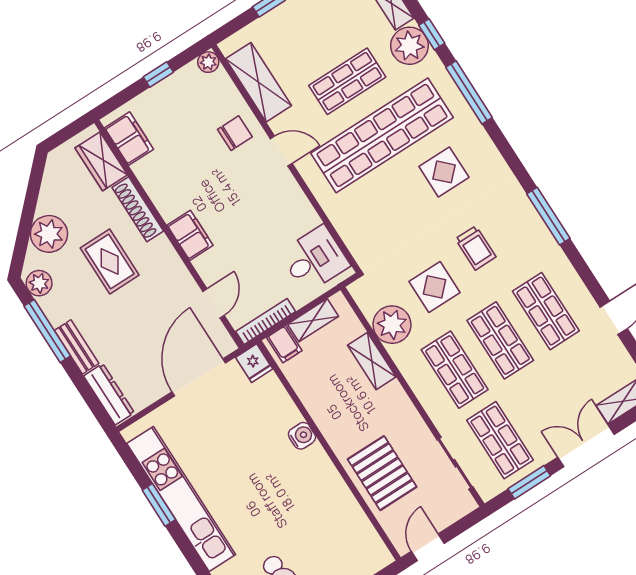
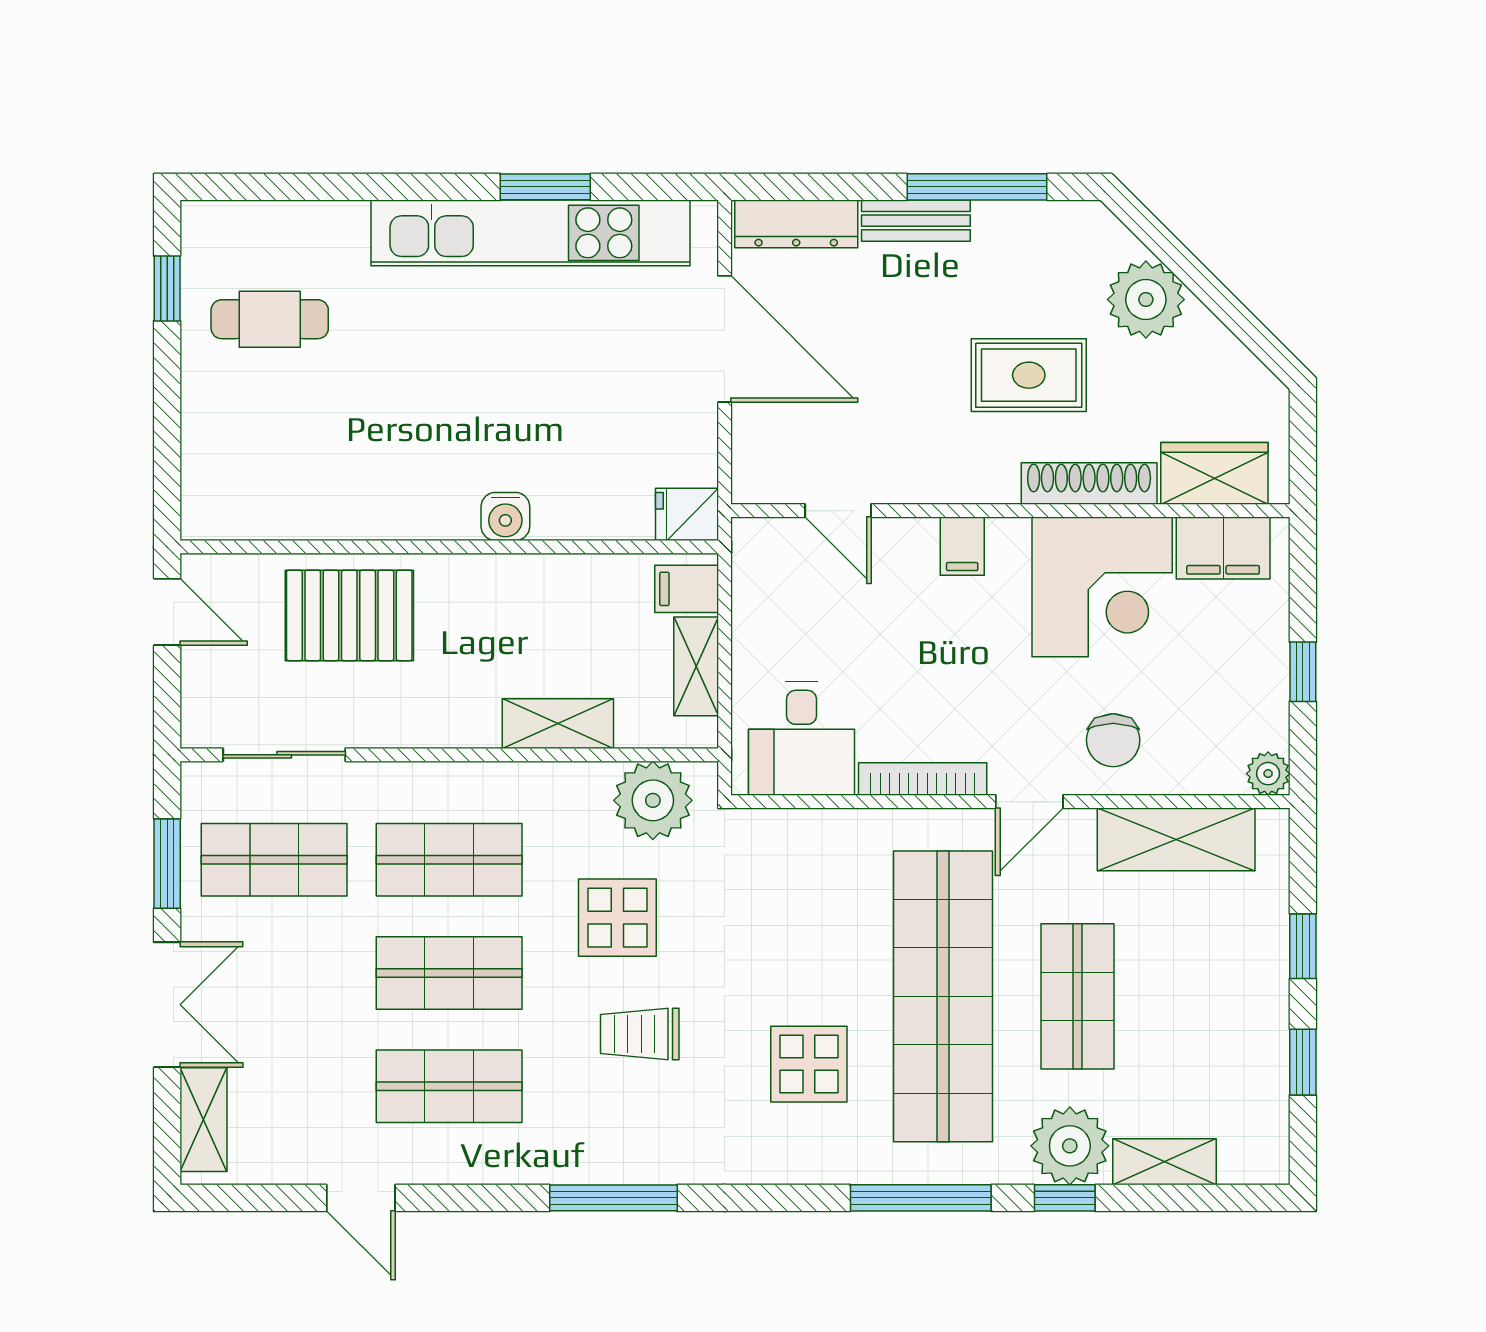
corner desk: (176, 177) -> (1102, 587), added
filing cabinet: (190, 235) -> (962, 546), width x0.50
plant: (39, 283) -> (1070, 227), removed
bookcase: (266, 322) -> (923, 779), moved, turned -90
plant: (392, 325) -> (653, 800), moved
door: (199, 377) -> (725, 339), moved

